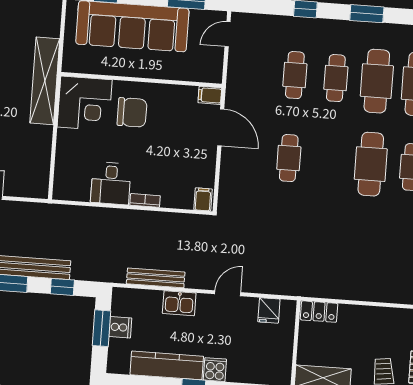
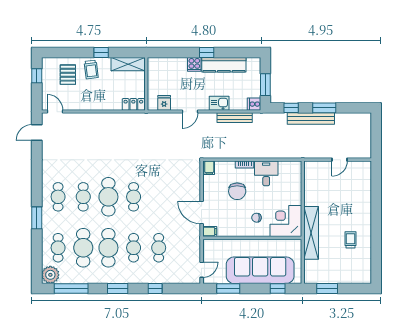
chair: (132, 112) -> (257, 218), width x0.54, depth x0.54
chair: (160, 158) -> (237, 191), added
cafe table: (289, 158) -> (134, 197), moved
cooker: (120, 327) -> (254, 104), moved

